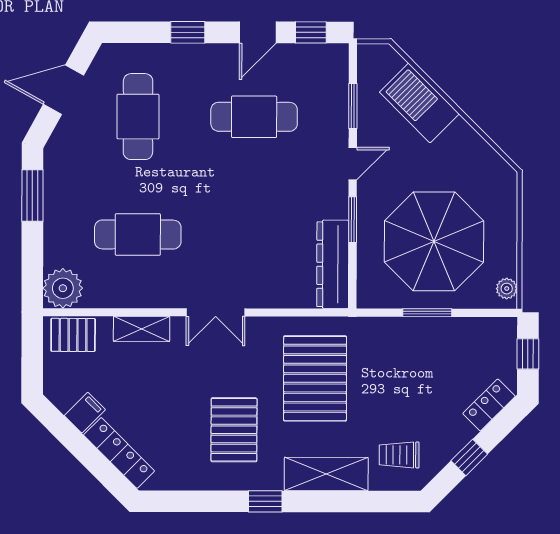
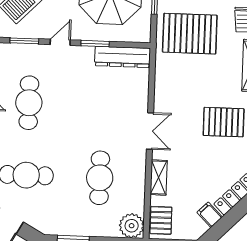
door: (353, 164) -> (60, 42), hinge flipped
pallet: (315, 378) -> (190, 34), moved

